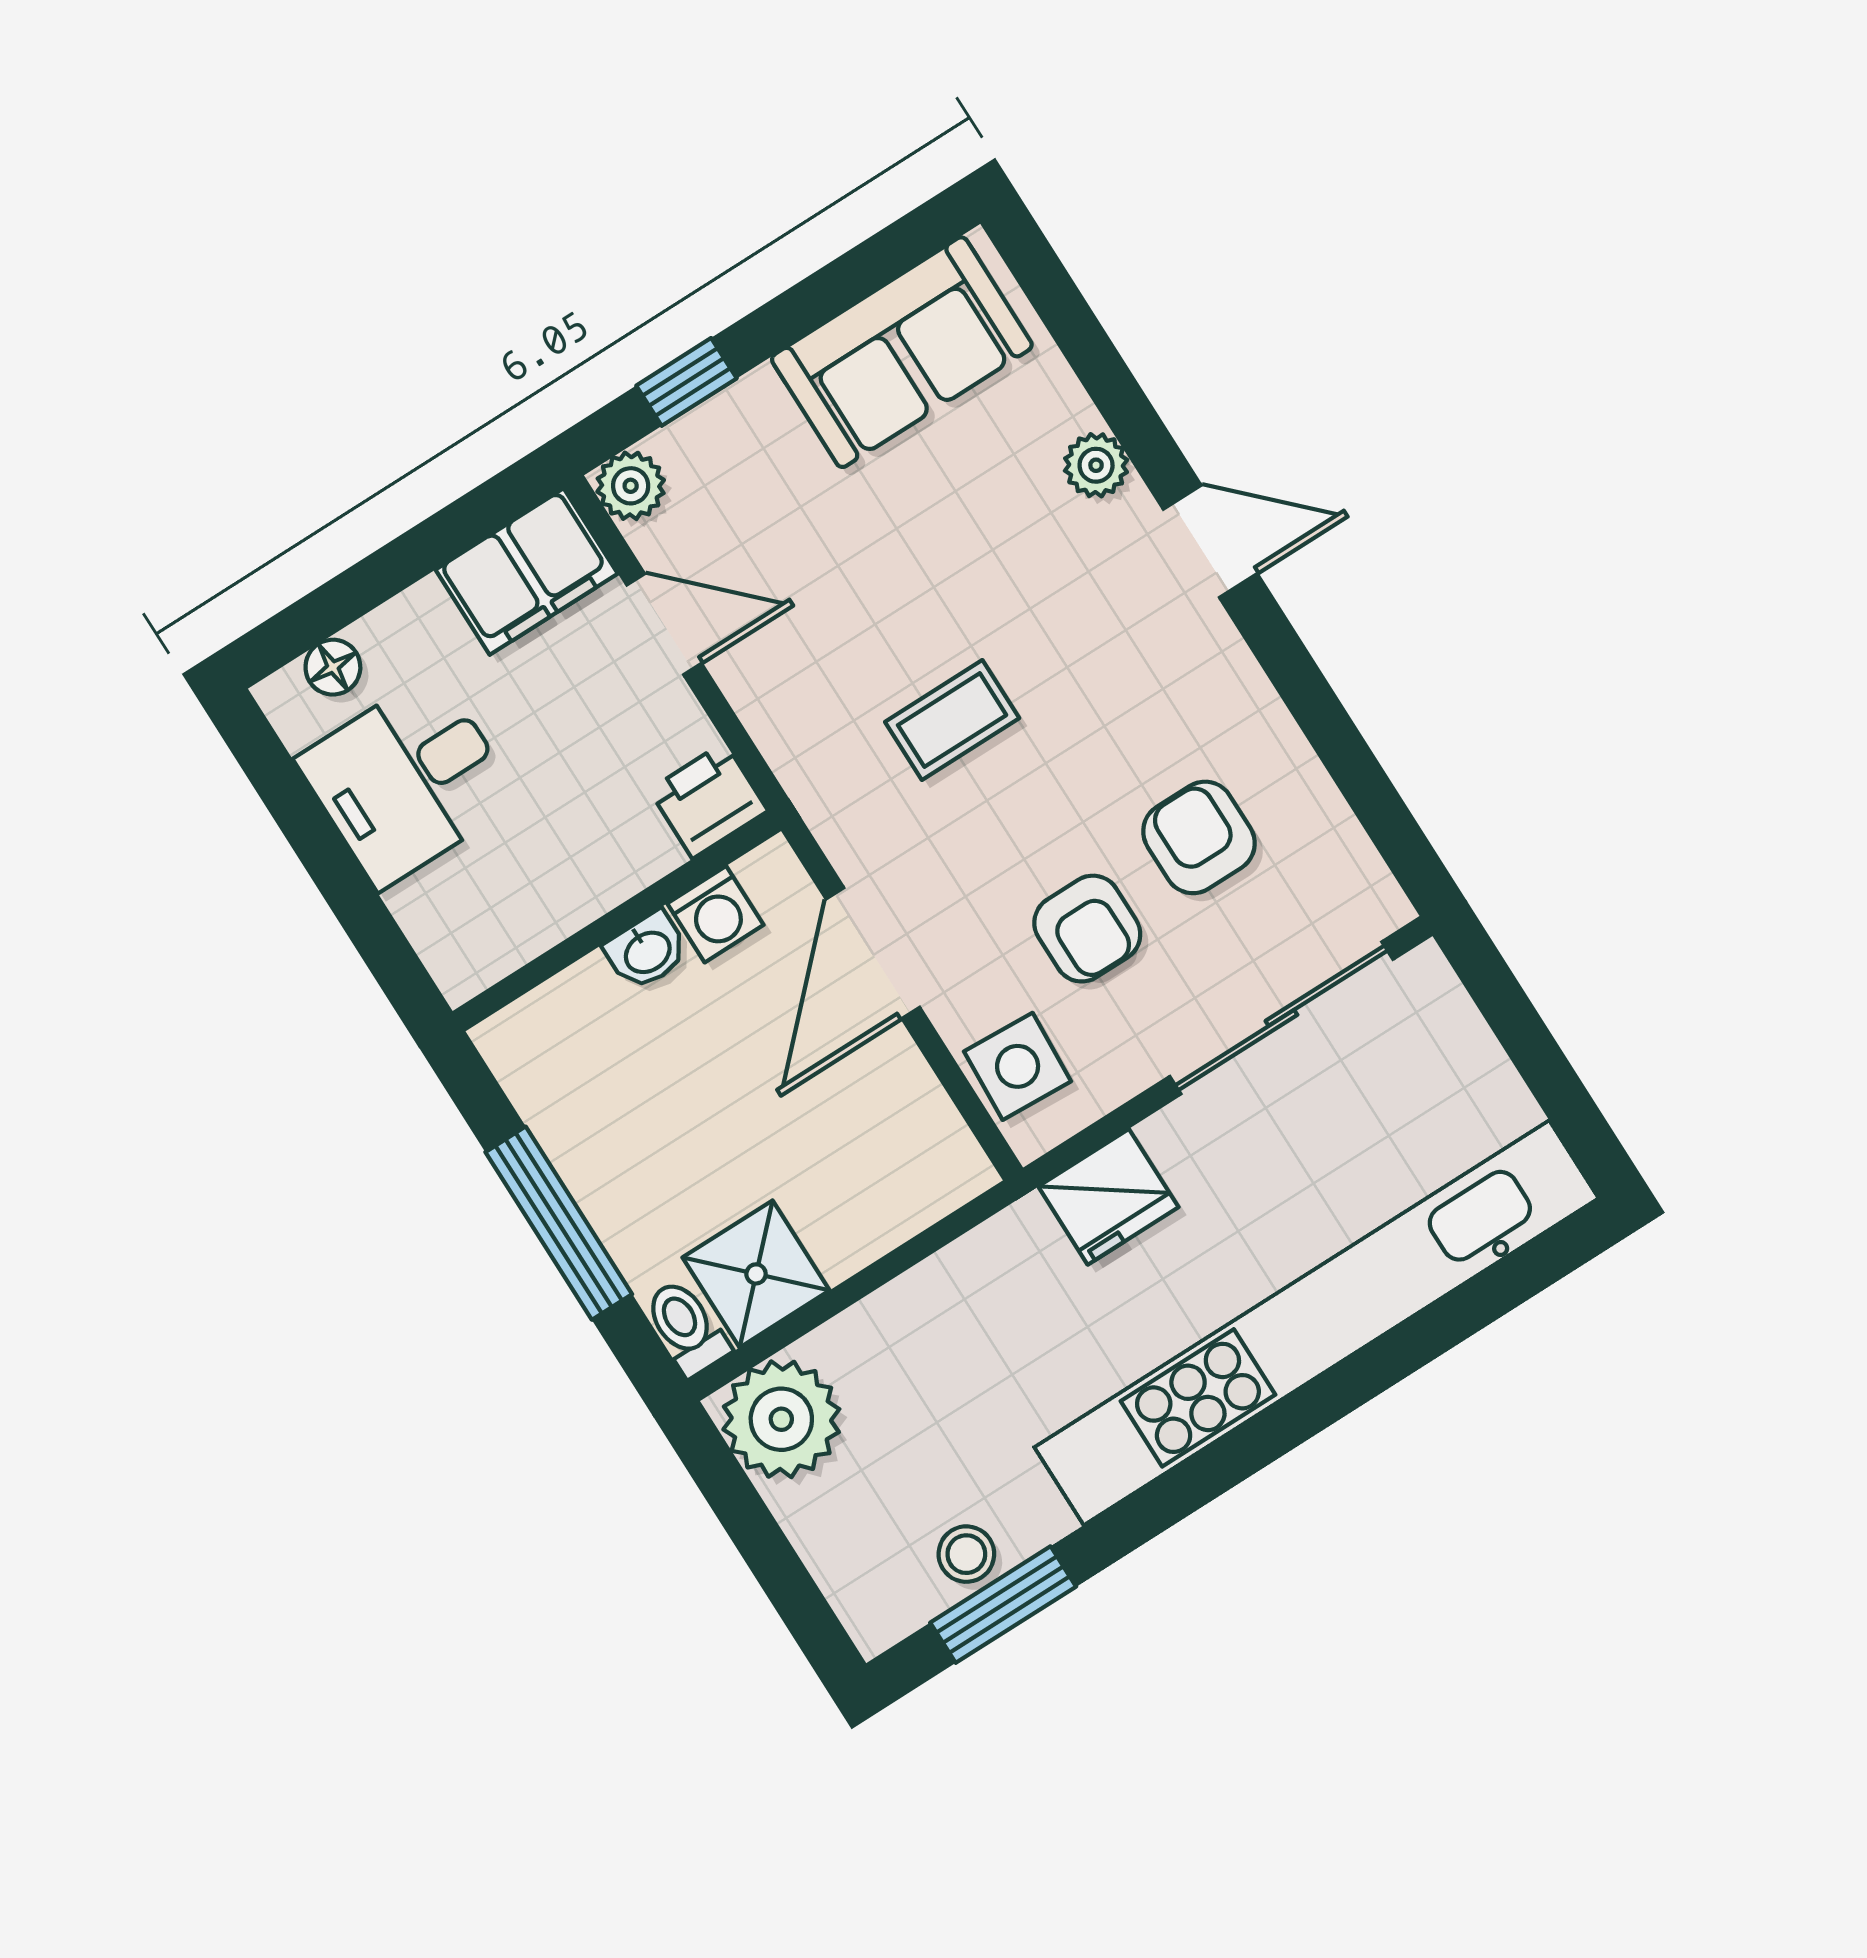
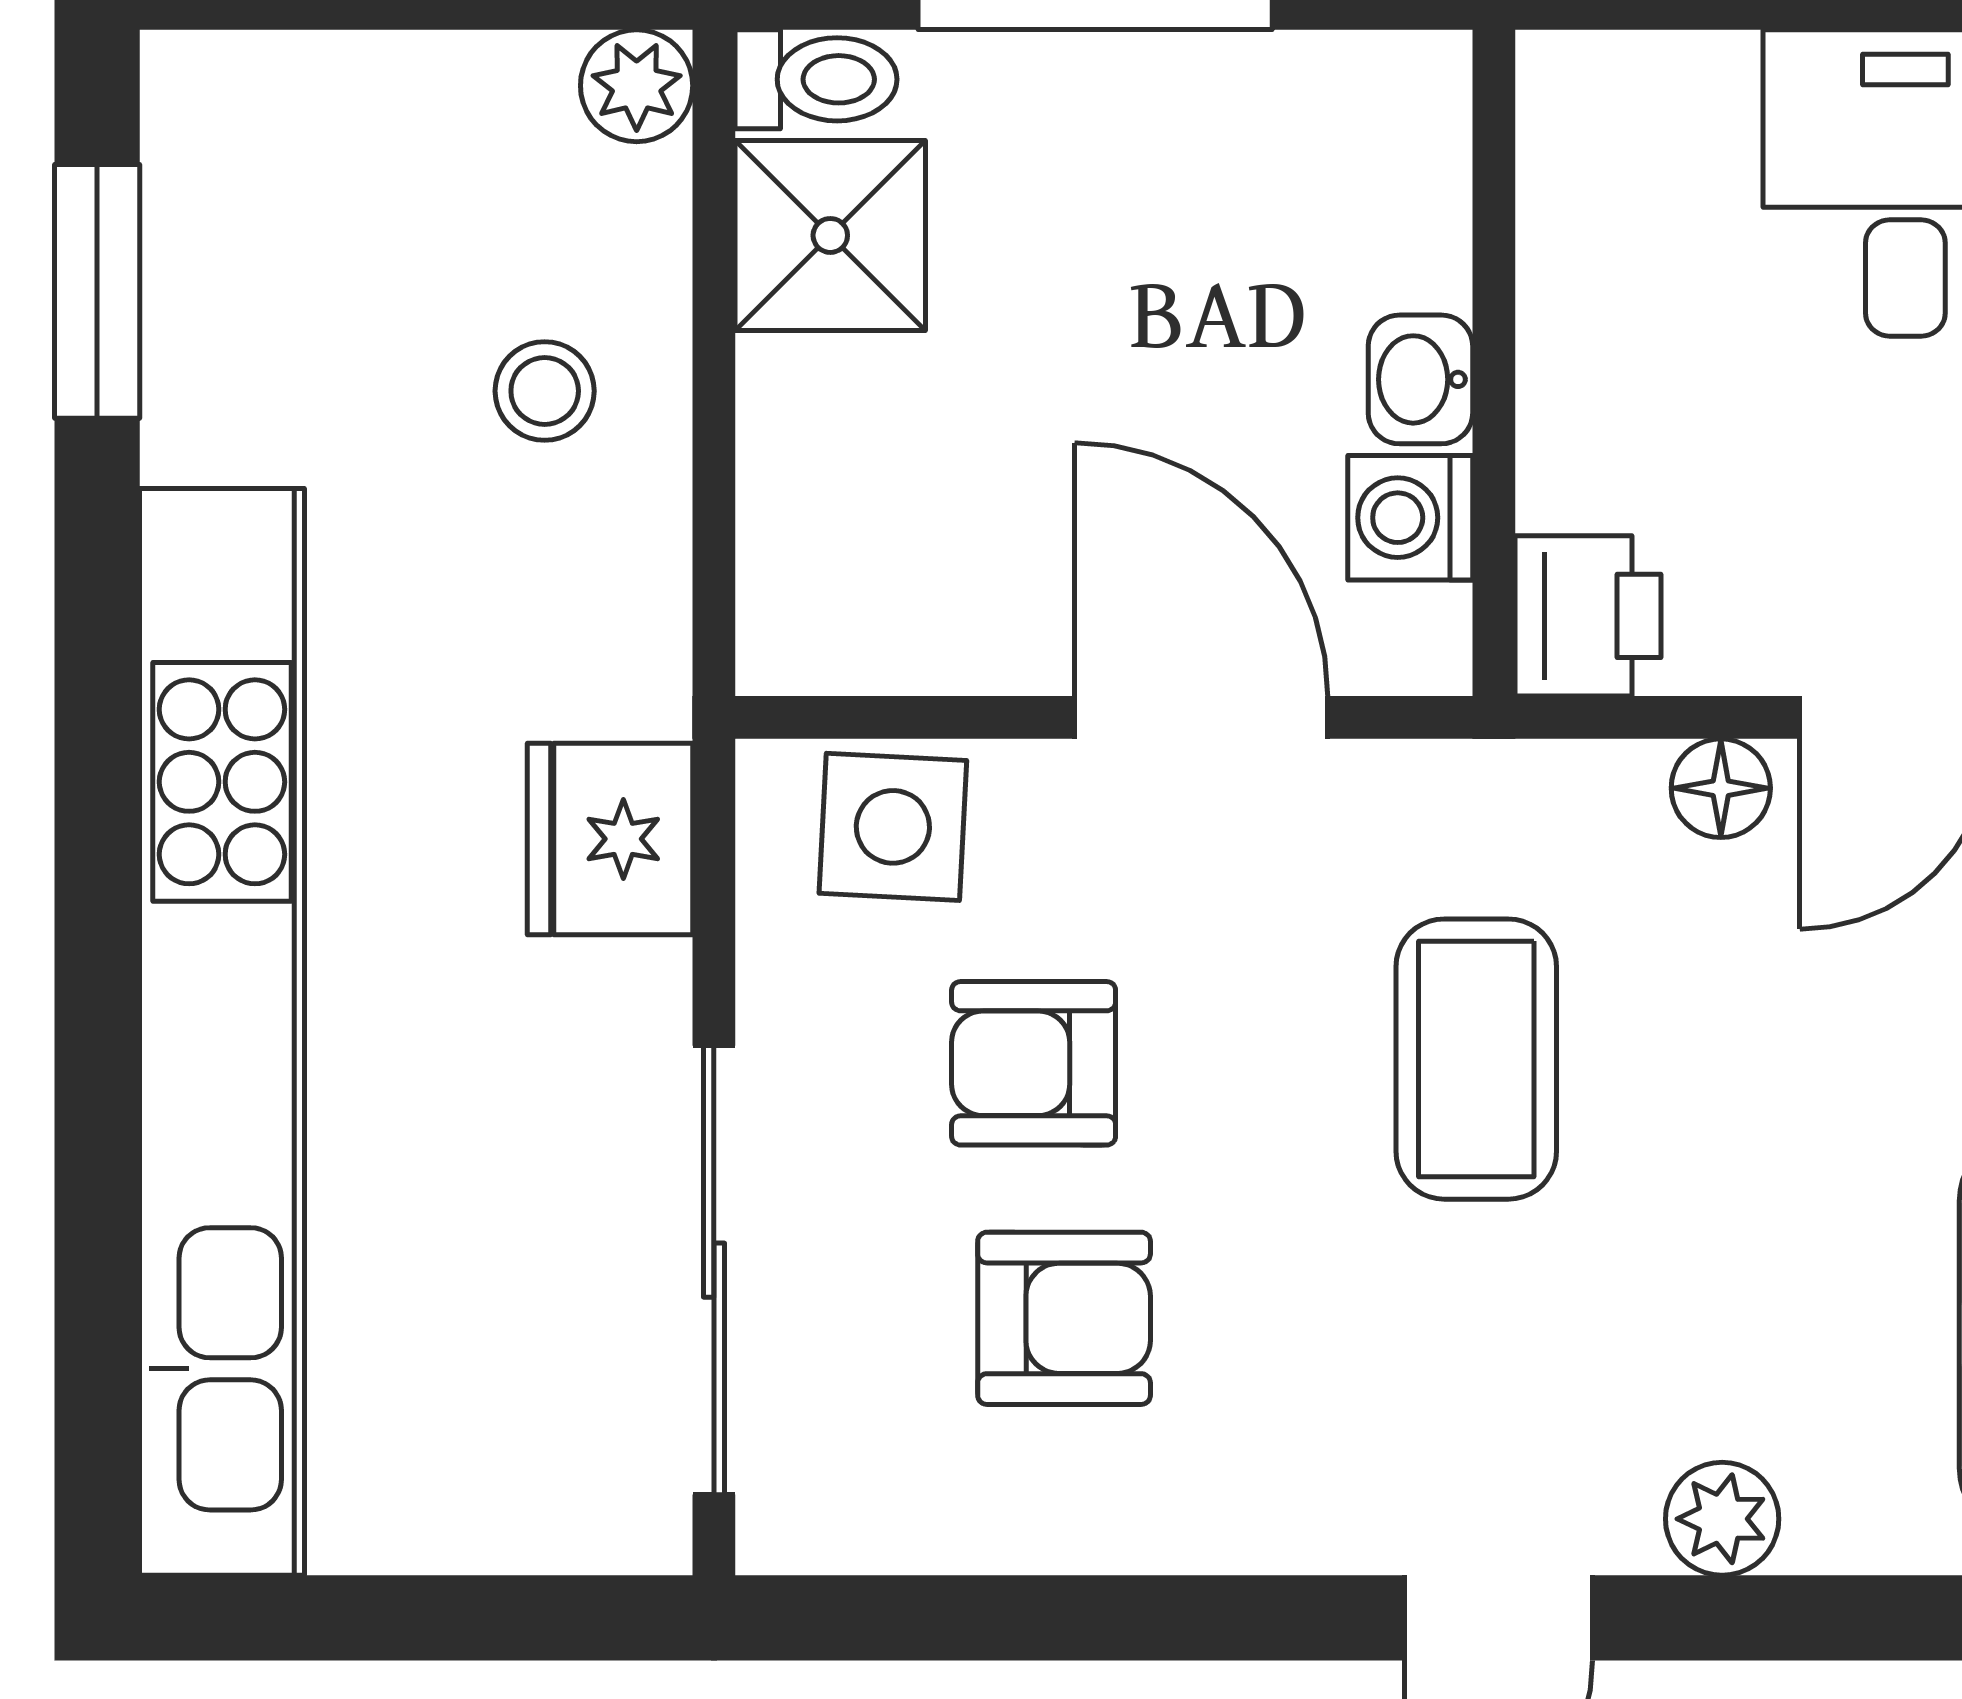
floor lamp: (750, 686) -> (1721, 788), added
coffee table: (952, 720) -> (1476, 1059), width x1.36, depth x1.30
plant: (781, 1419) -> (637, 86), width x0.53, depth x0.53
stool: (966, 1554) -> (545, 391), moved

